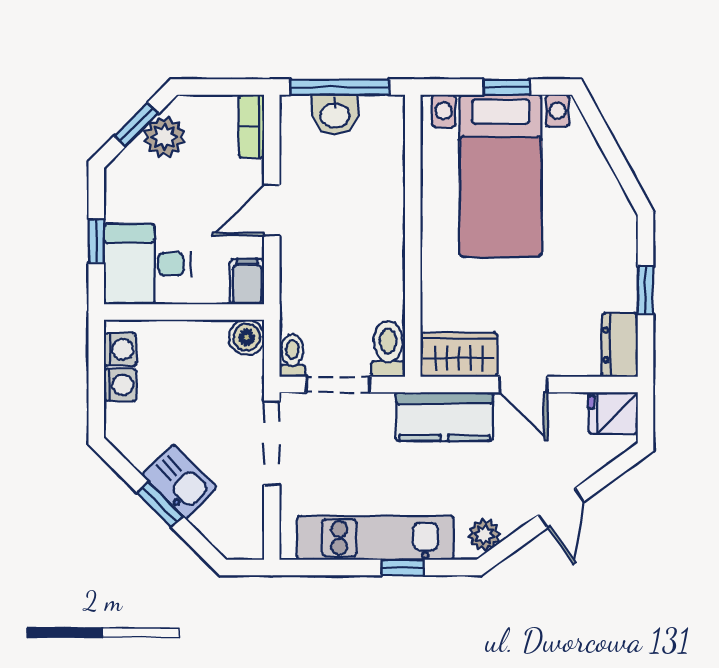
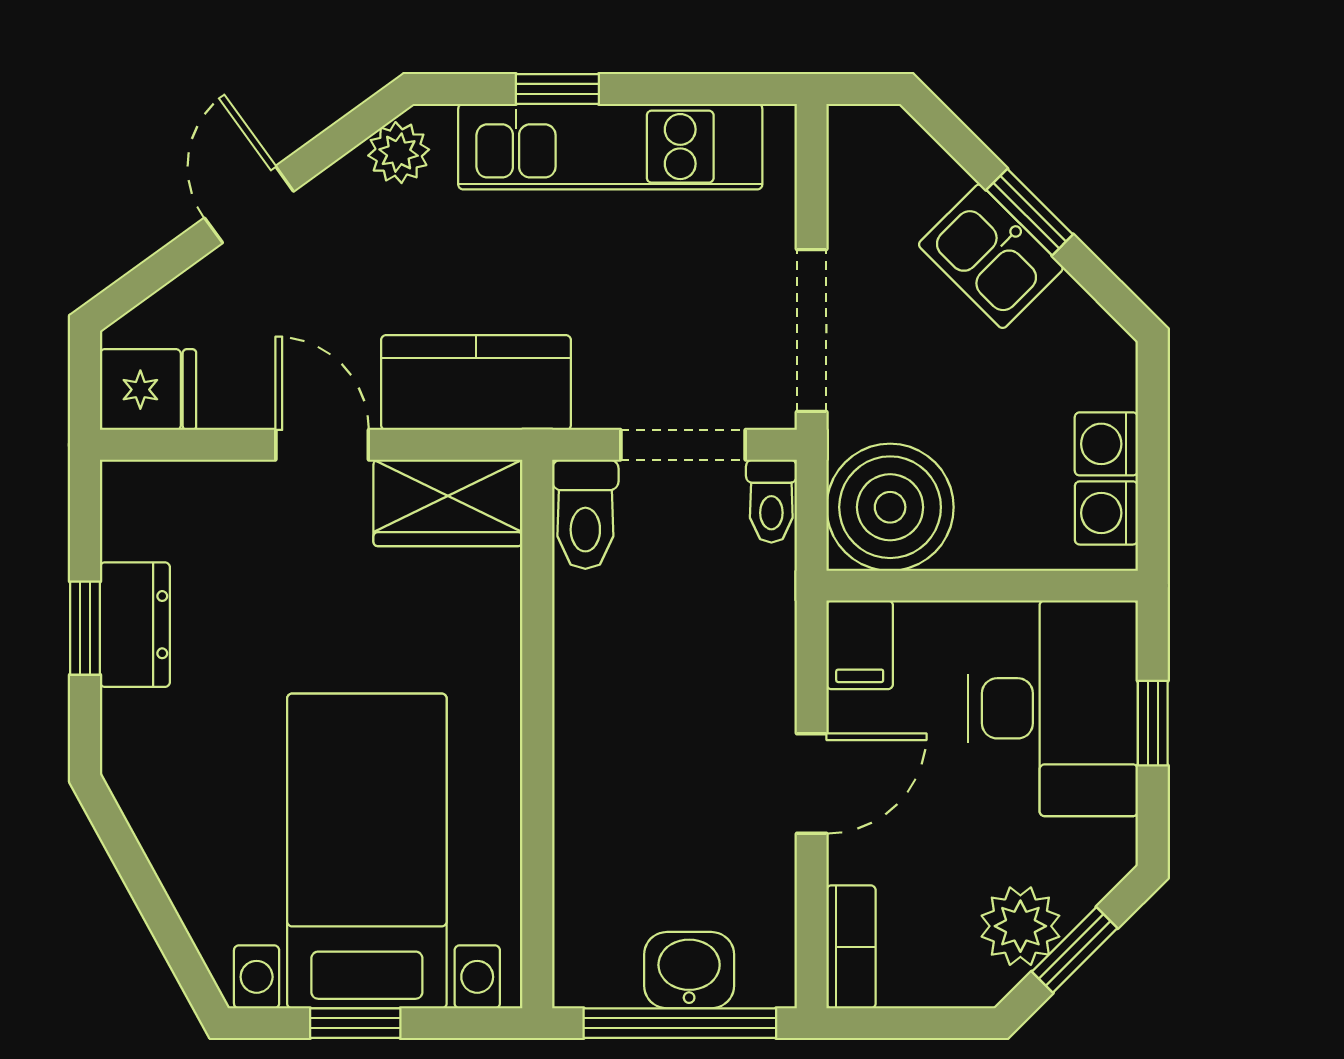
desk: (148, 264) -> (1053, 708), width x1.37
boiler: (247, 337) -> (890, 507), width x1.86, depth x1.86
dresser: (620, 345) -> (135, 625), moved

